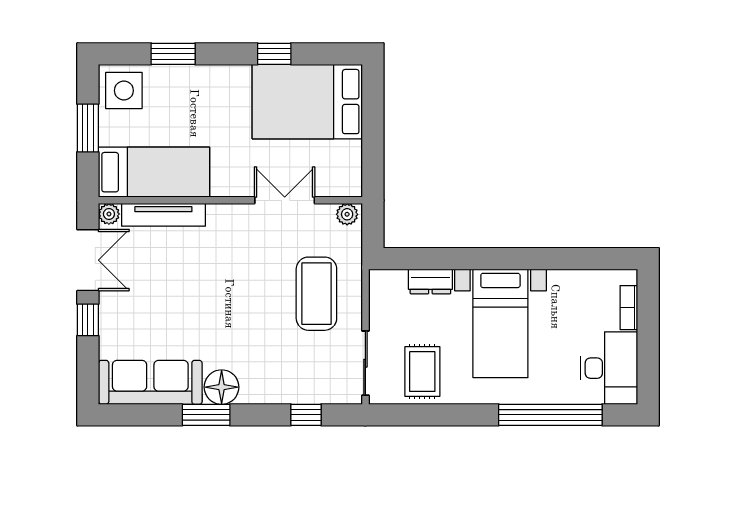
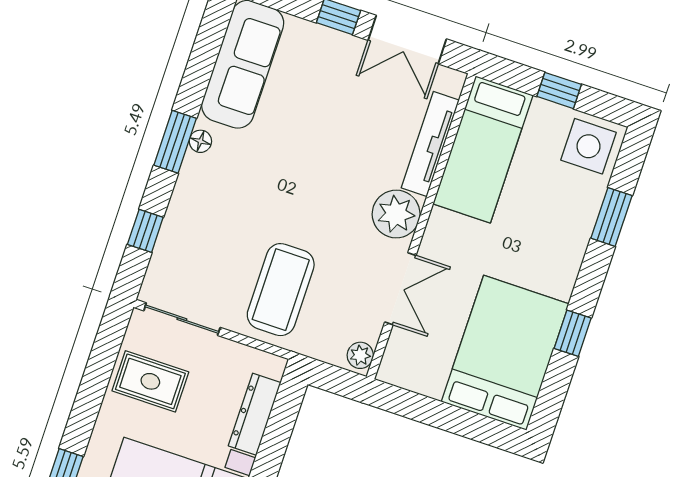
window: (88, 128) -> (559, 90), width x0.67
plant: (109, 214) -> (396, 214), moved, width x1.88, depth x1.88
dresser: (430, 281) -> (255, 414), width x1.44
coffee table: (316, 294) -> (281, 290), turned 90
floor lamp: (222, 387) -> (200, 141), width x0.53, depth x0.53
window: (206, 415) -> (175, 142), moved

